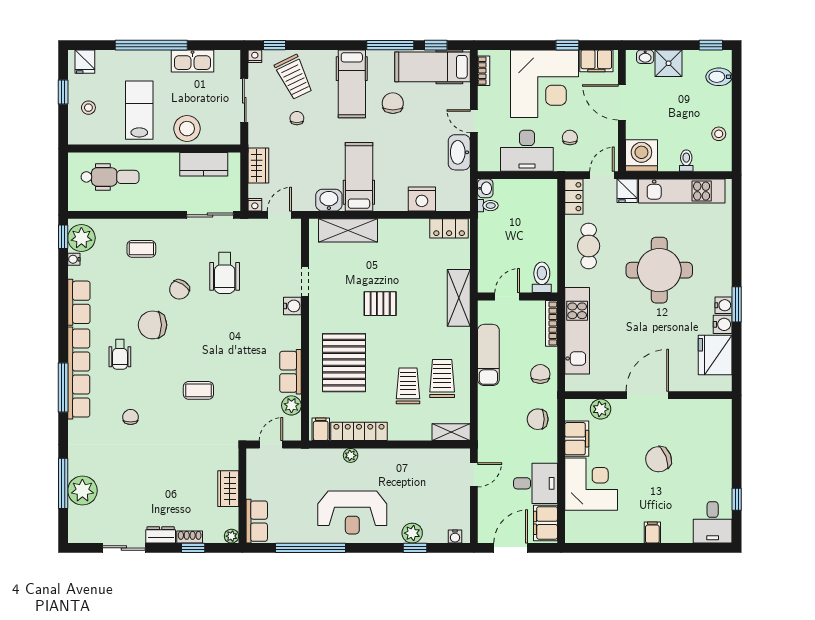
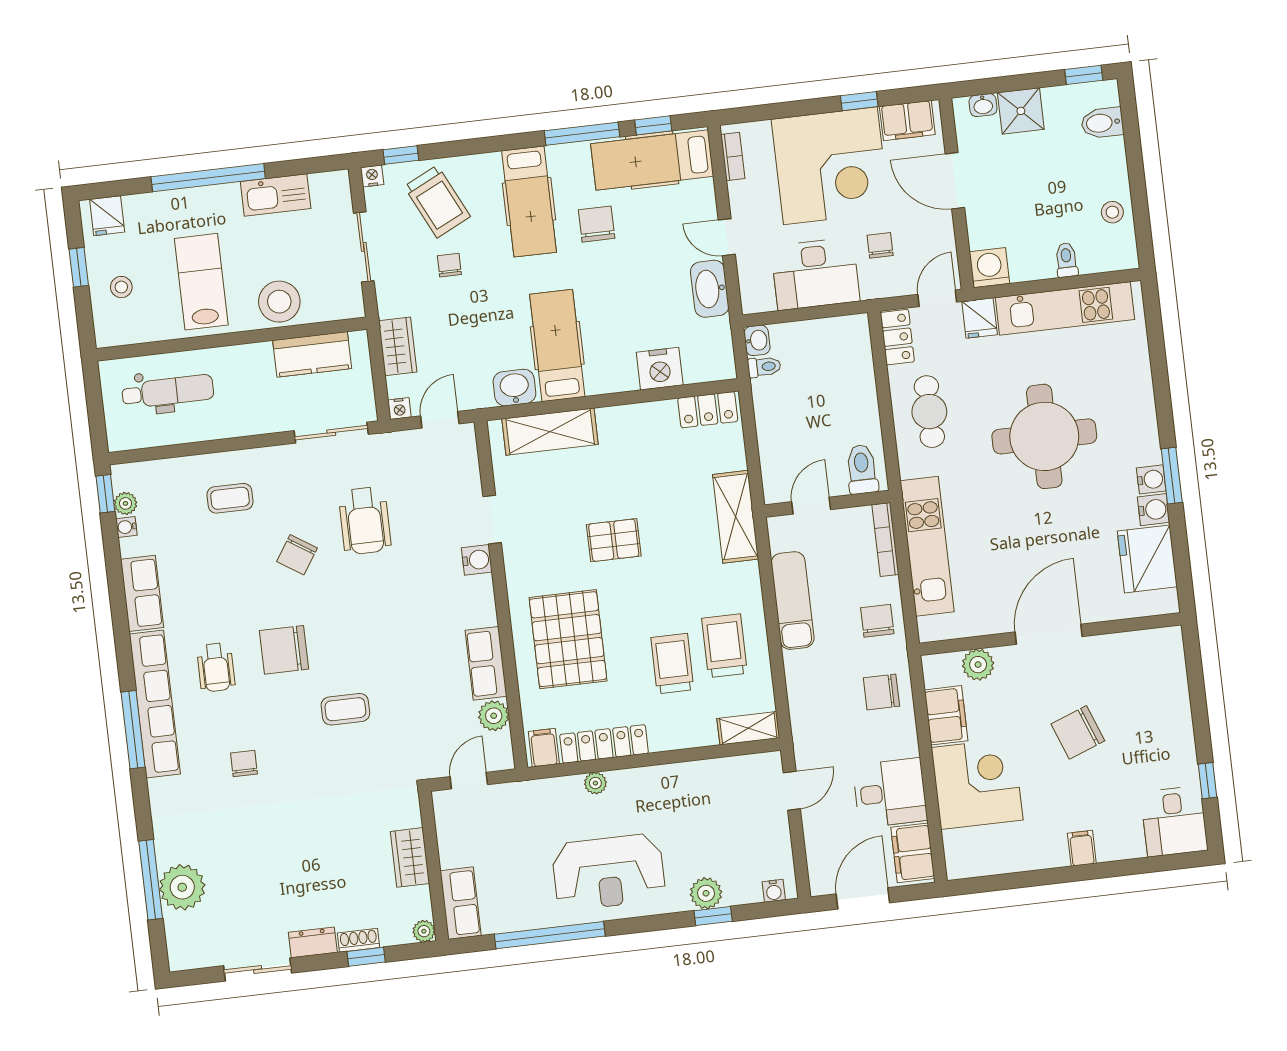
washing machine: (641, 155) -> (990, 268), width x0.73, depth x0.73
plant: (81, 238) -> (125, 503), width x0.53, depth x0.53
chair: (153, 325) -> (284, 650), moved

